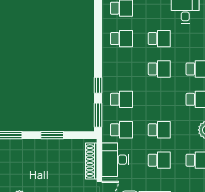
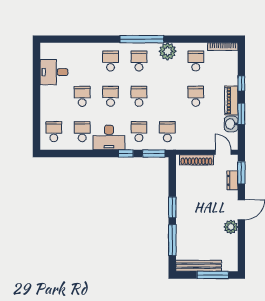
school desk: (159, 130) -> (139, 96), moved
window: (52, 135) -> (172, 207), moved
desk: (115, 160) -> (109, 137), moved

